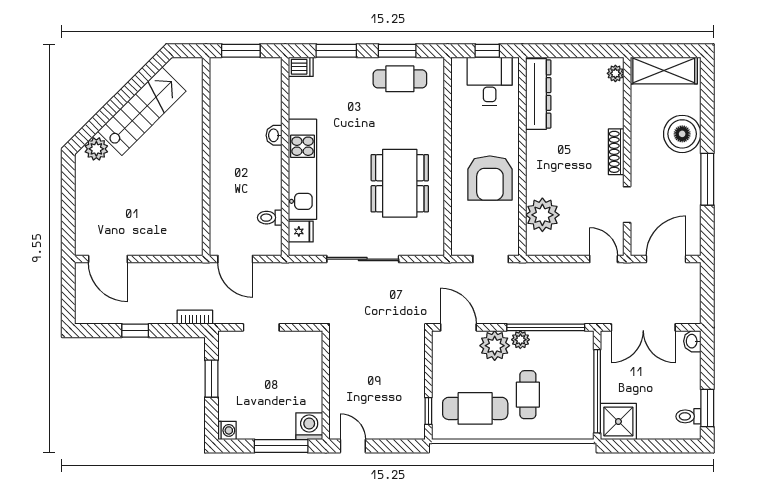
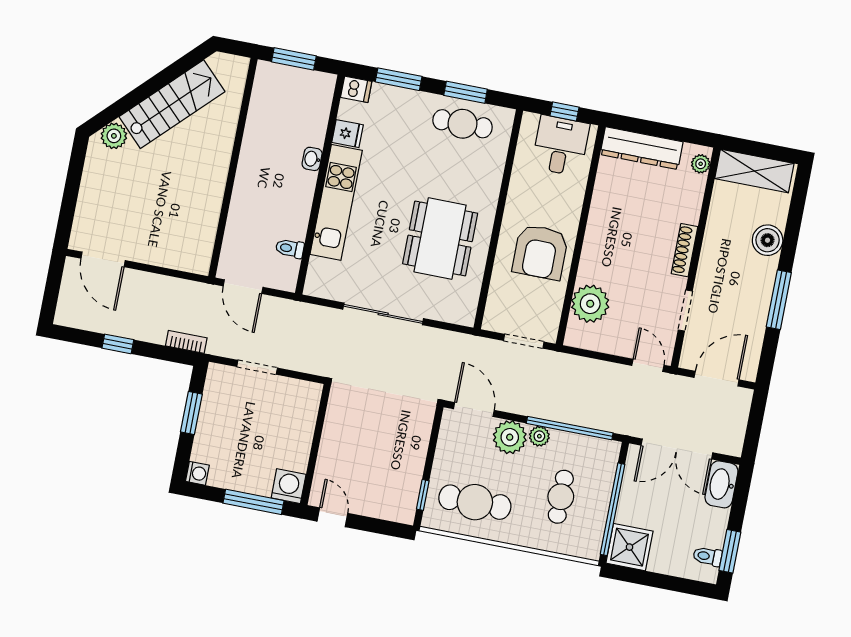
dresser: (538, 94) -> (642, 148), moved, turned 90
boiler: (682, 134) -> (768, 240), width x0.73, depth x0.73
fridge: (301, 231) -> (348, 134), moved
washbasin: (692, 341) -> (721, 484), width x1.91, depth x1.45
cafe table: (528, 395) -> (561, 497), moved

